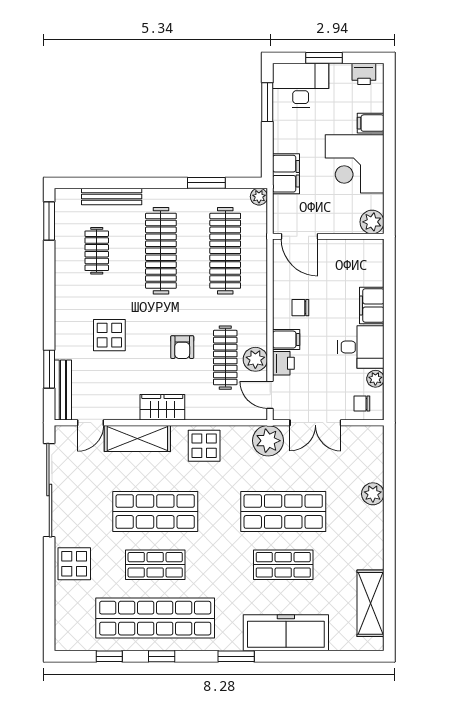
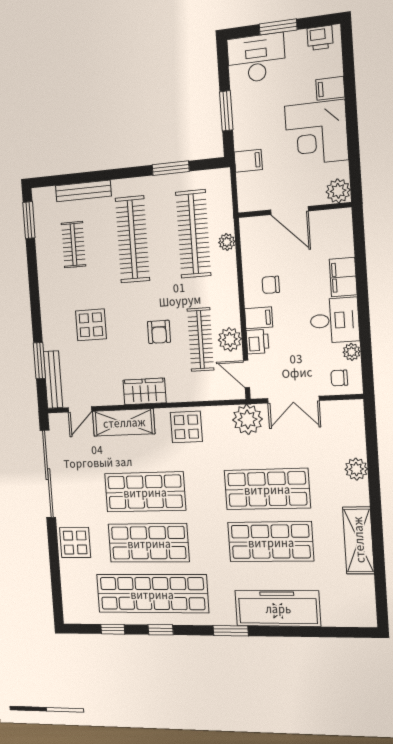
window: (267, 102) -> (226, 111), moved
filing cabinet: (286, 174) -> (248, 161), width x0.50
plant: (259, 197) -> (227, 242), moved
door: (299, 236) -> (289, 210), moved
shop shelf: (155, 565) -> (149, 543), width x1.43, depth x1.36
shop shelf: (283, 565) -> (271, 542), width x1.43, depth x1.36
shelving: (371, 603) -> (358, 540), moved

